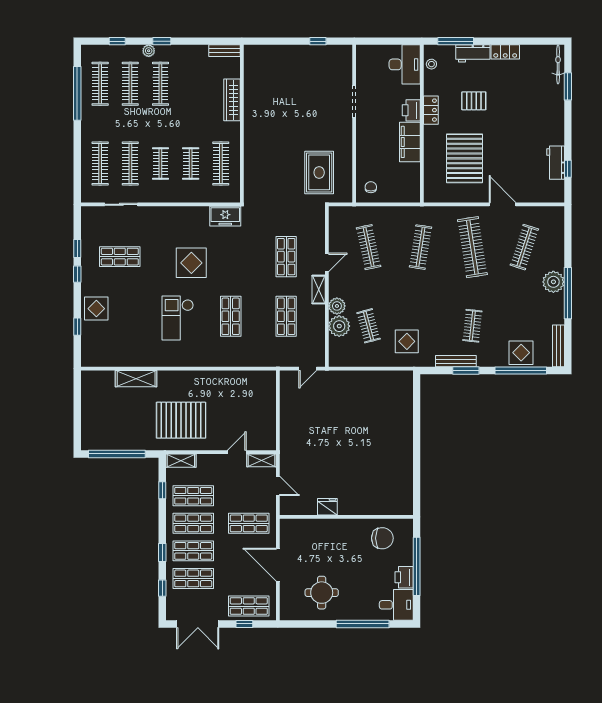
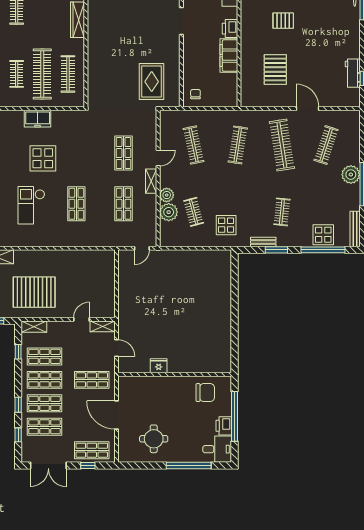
locker: (431, 110) -> (247, 28), removed
pallet: (465, 158) -> (275, 70), width x0.73, depth x0.71
clothes rail: (191, 164) -> (42, 74), width x1.86, depth x1.31
freezer: (225, 216) -> (38, 119), moved
bench: (456, 361) -> (263, 242), width x0.73

